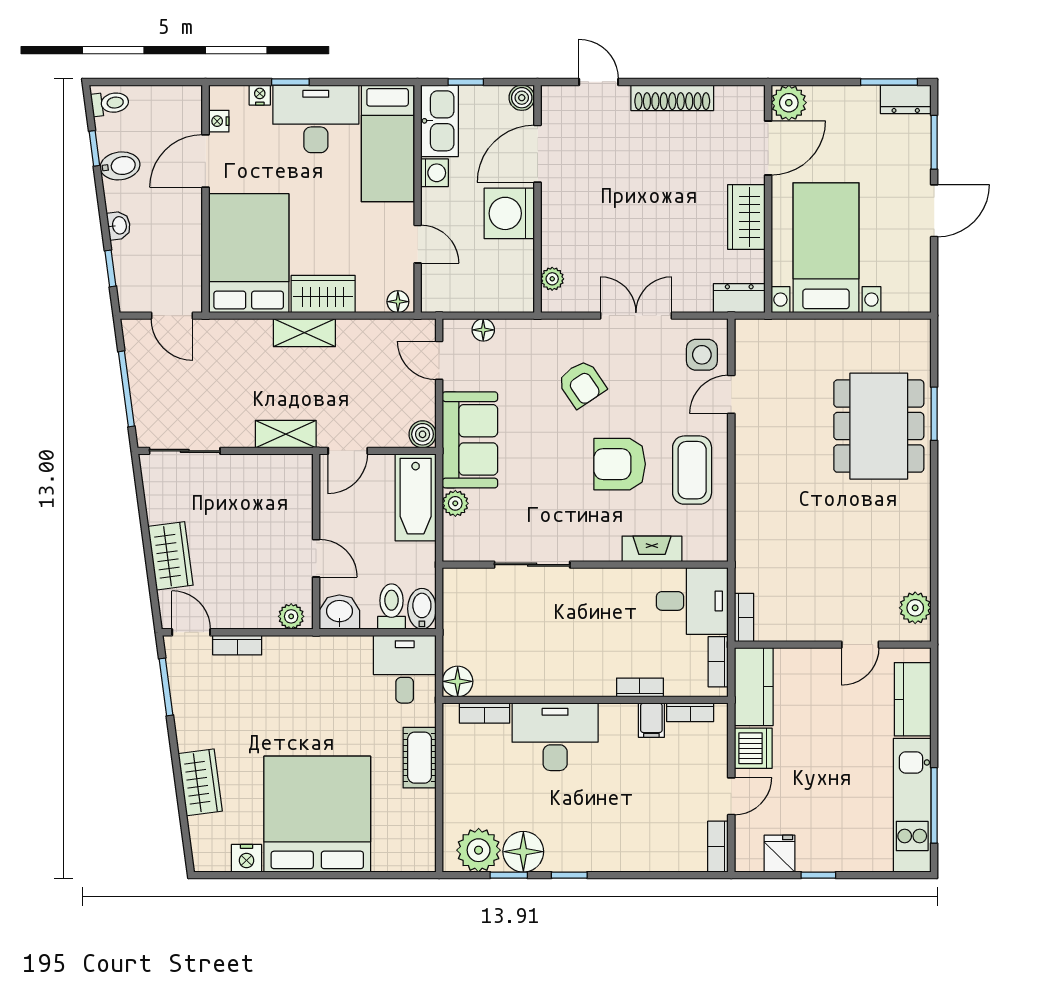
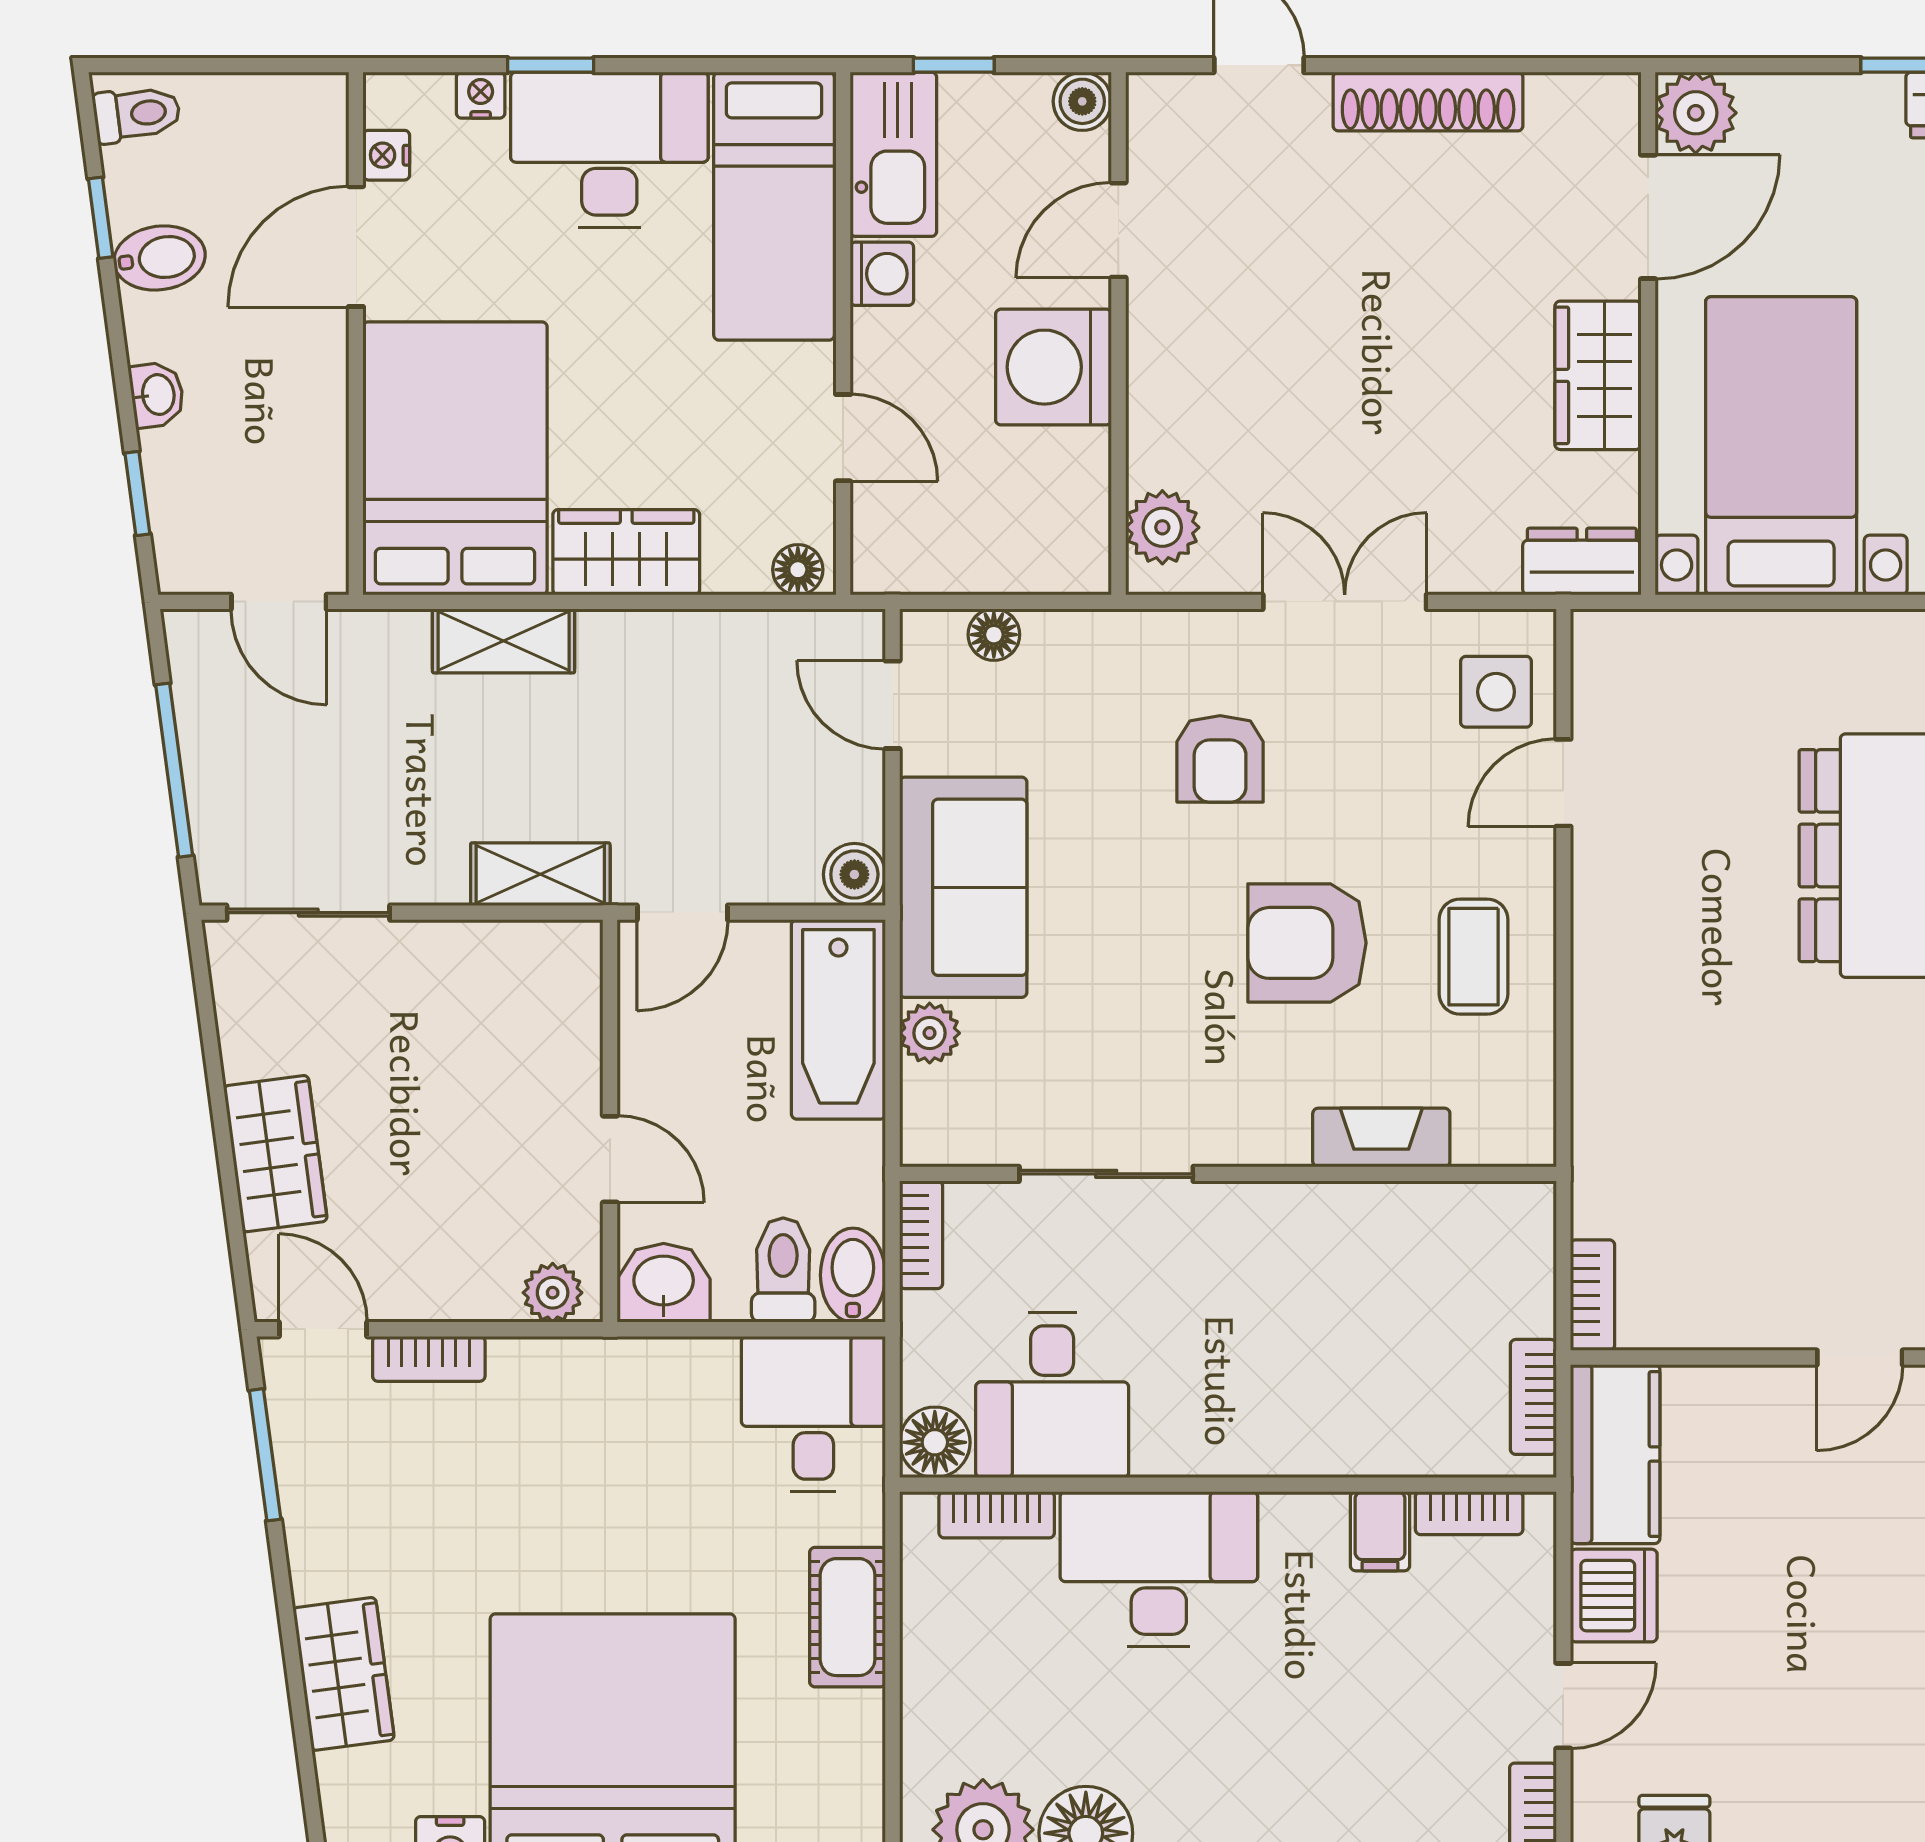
door: (538, 154) -> (1118, 230), width x0.73
plant: (552, 279) -> (1162, 527), width x1.38, depth x1.38
shelving: (304, 333) -> (504, 641), moved
armchair: (582, 384) -> (1220, 759), turned 34
coffee table: (692, 470) -> (1473, 957), width x0.73, depth x0.77
desk: (692, 601) -> (1052, 1395), moved, turned 90
bookcase: (640, 687) -> (921, 1235), moved, turned 90

